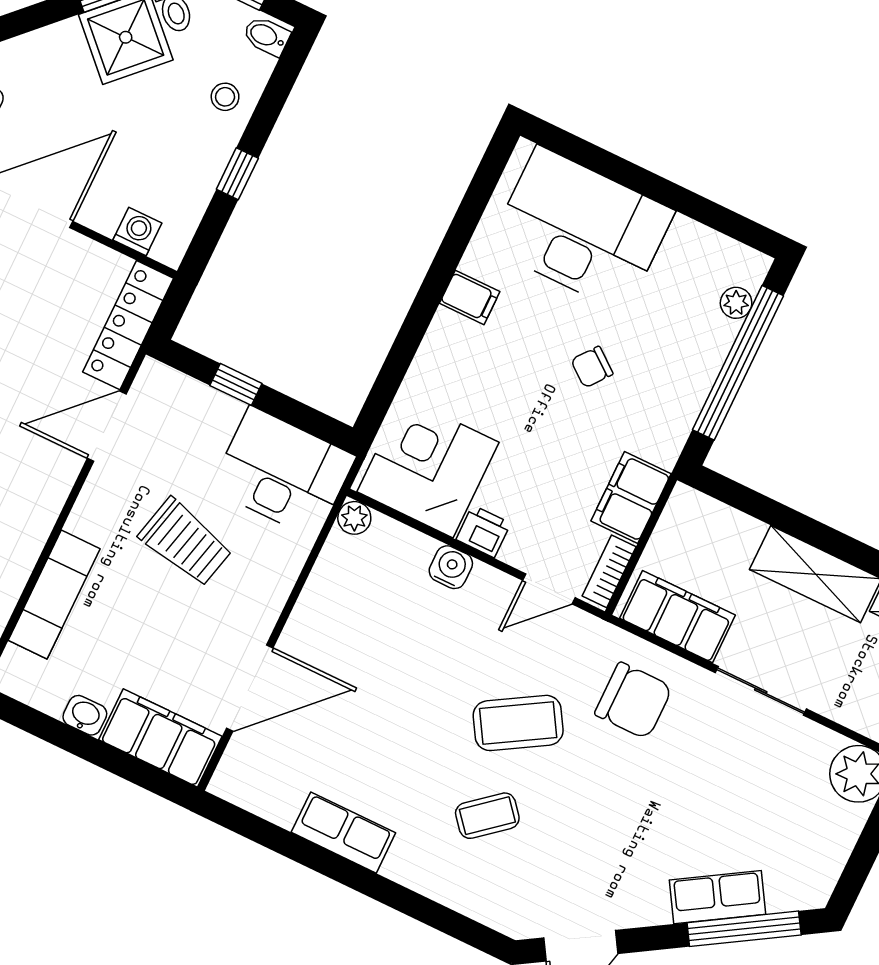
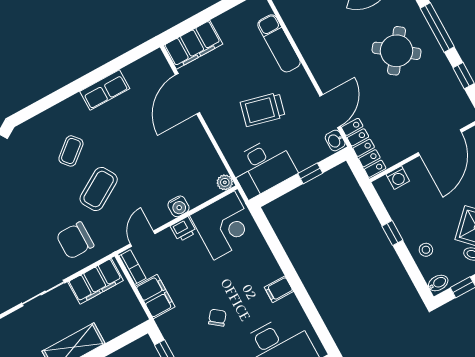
washbasin: (85, 715) -> (335, 140), moved, turned 90

